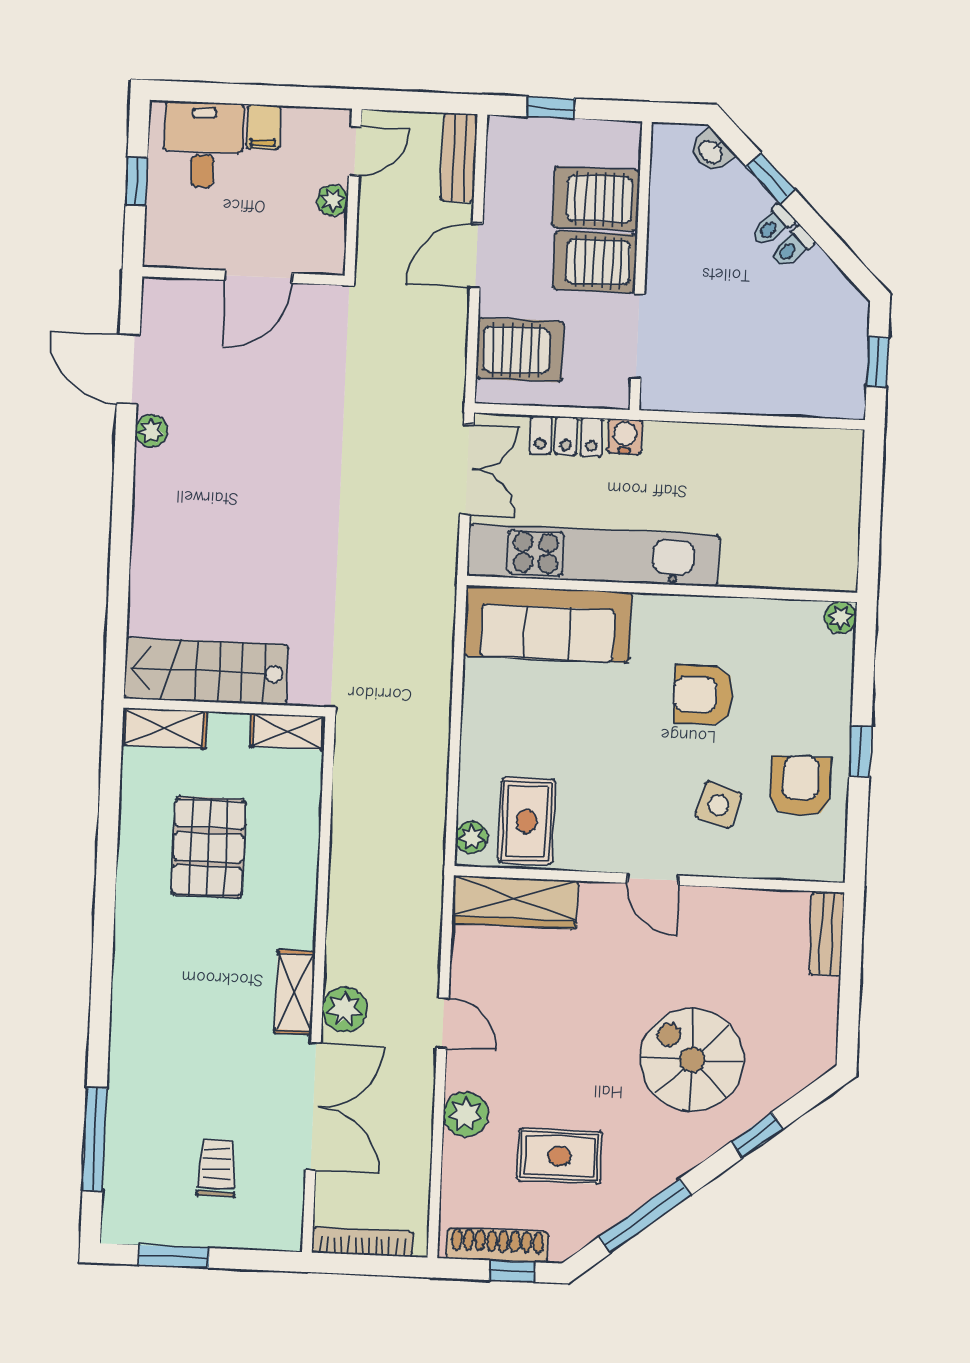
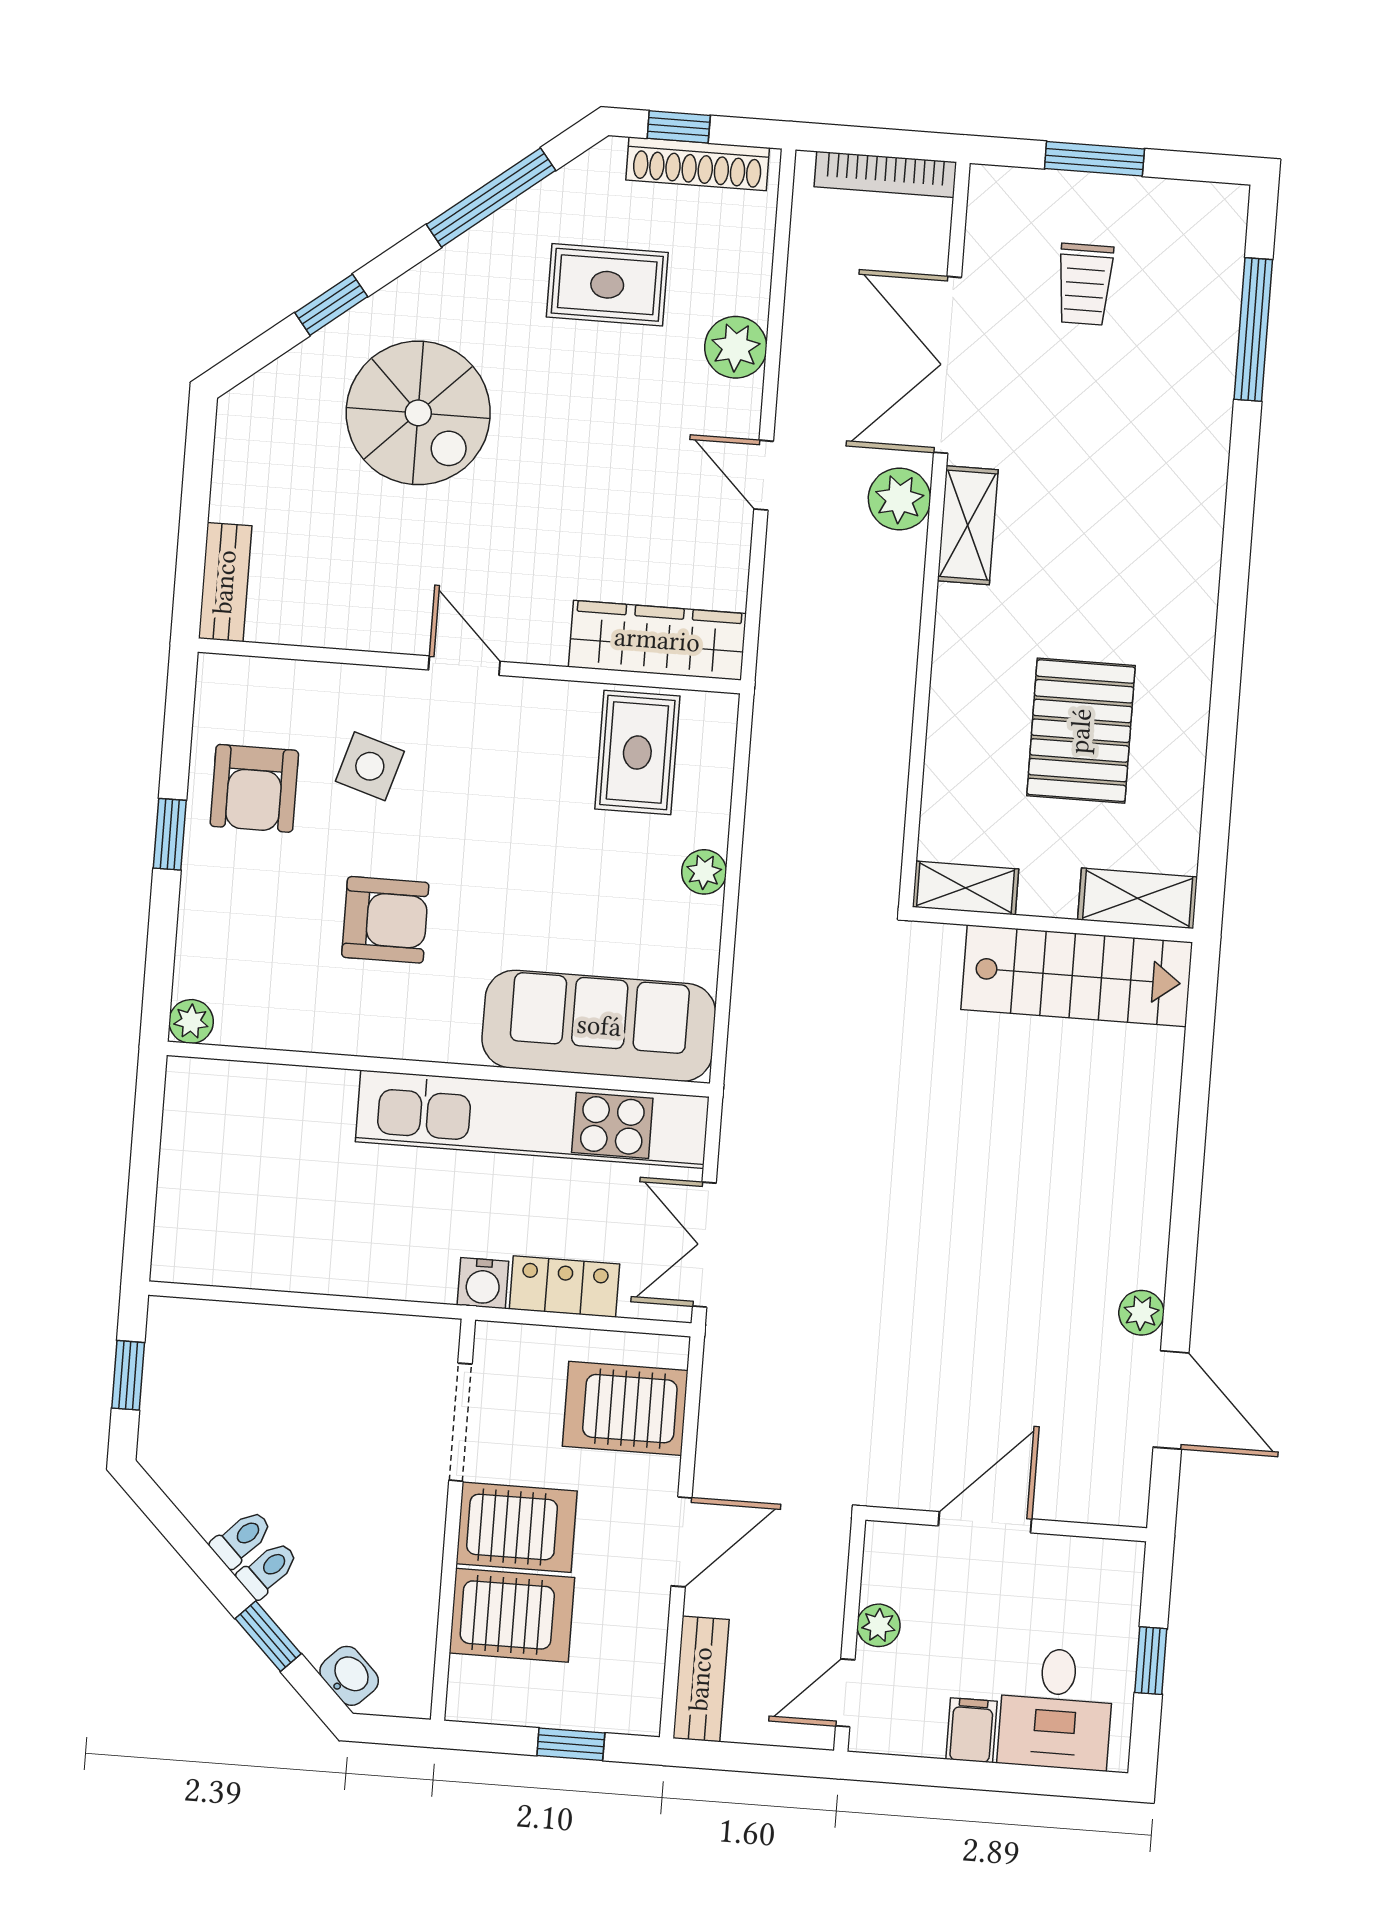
plant: (472, 837) -> (704, 872), moved
window: (174, 1256) -> (1094, 159), moved

